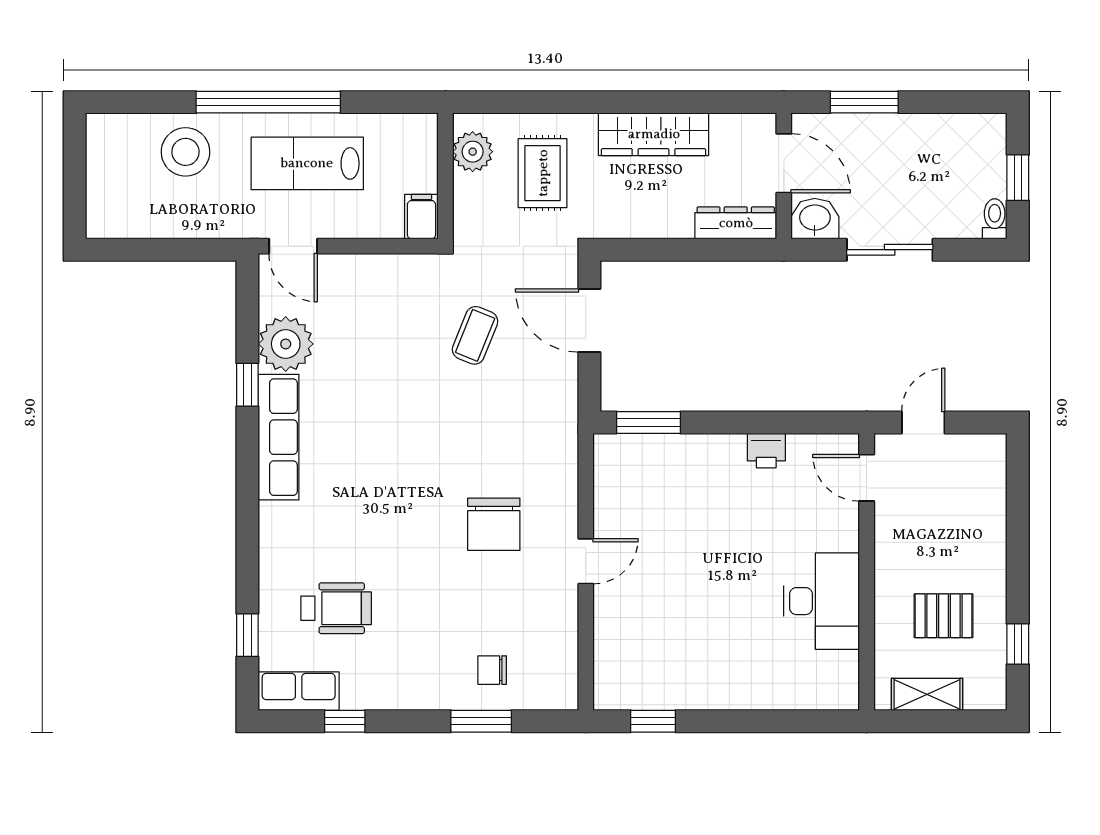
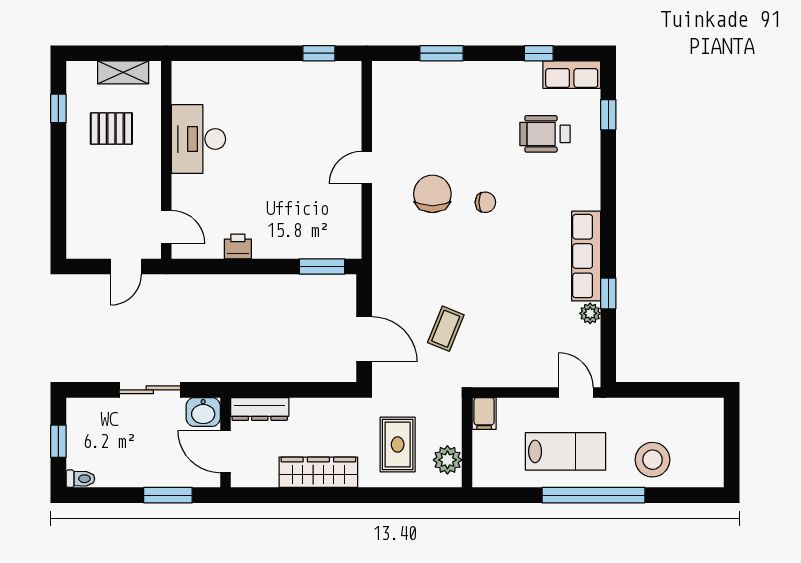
toilet: (995, 219) -> (80, 479), moved, turned -90
plant: (286, 344) -> (590, 313), width x0.53, depth x0.53
chair: (492, 670) -> (485, 202), moved

